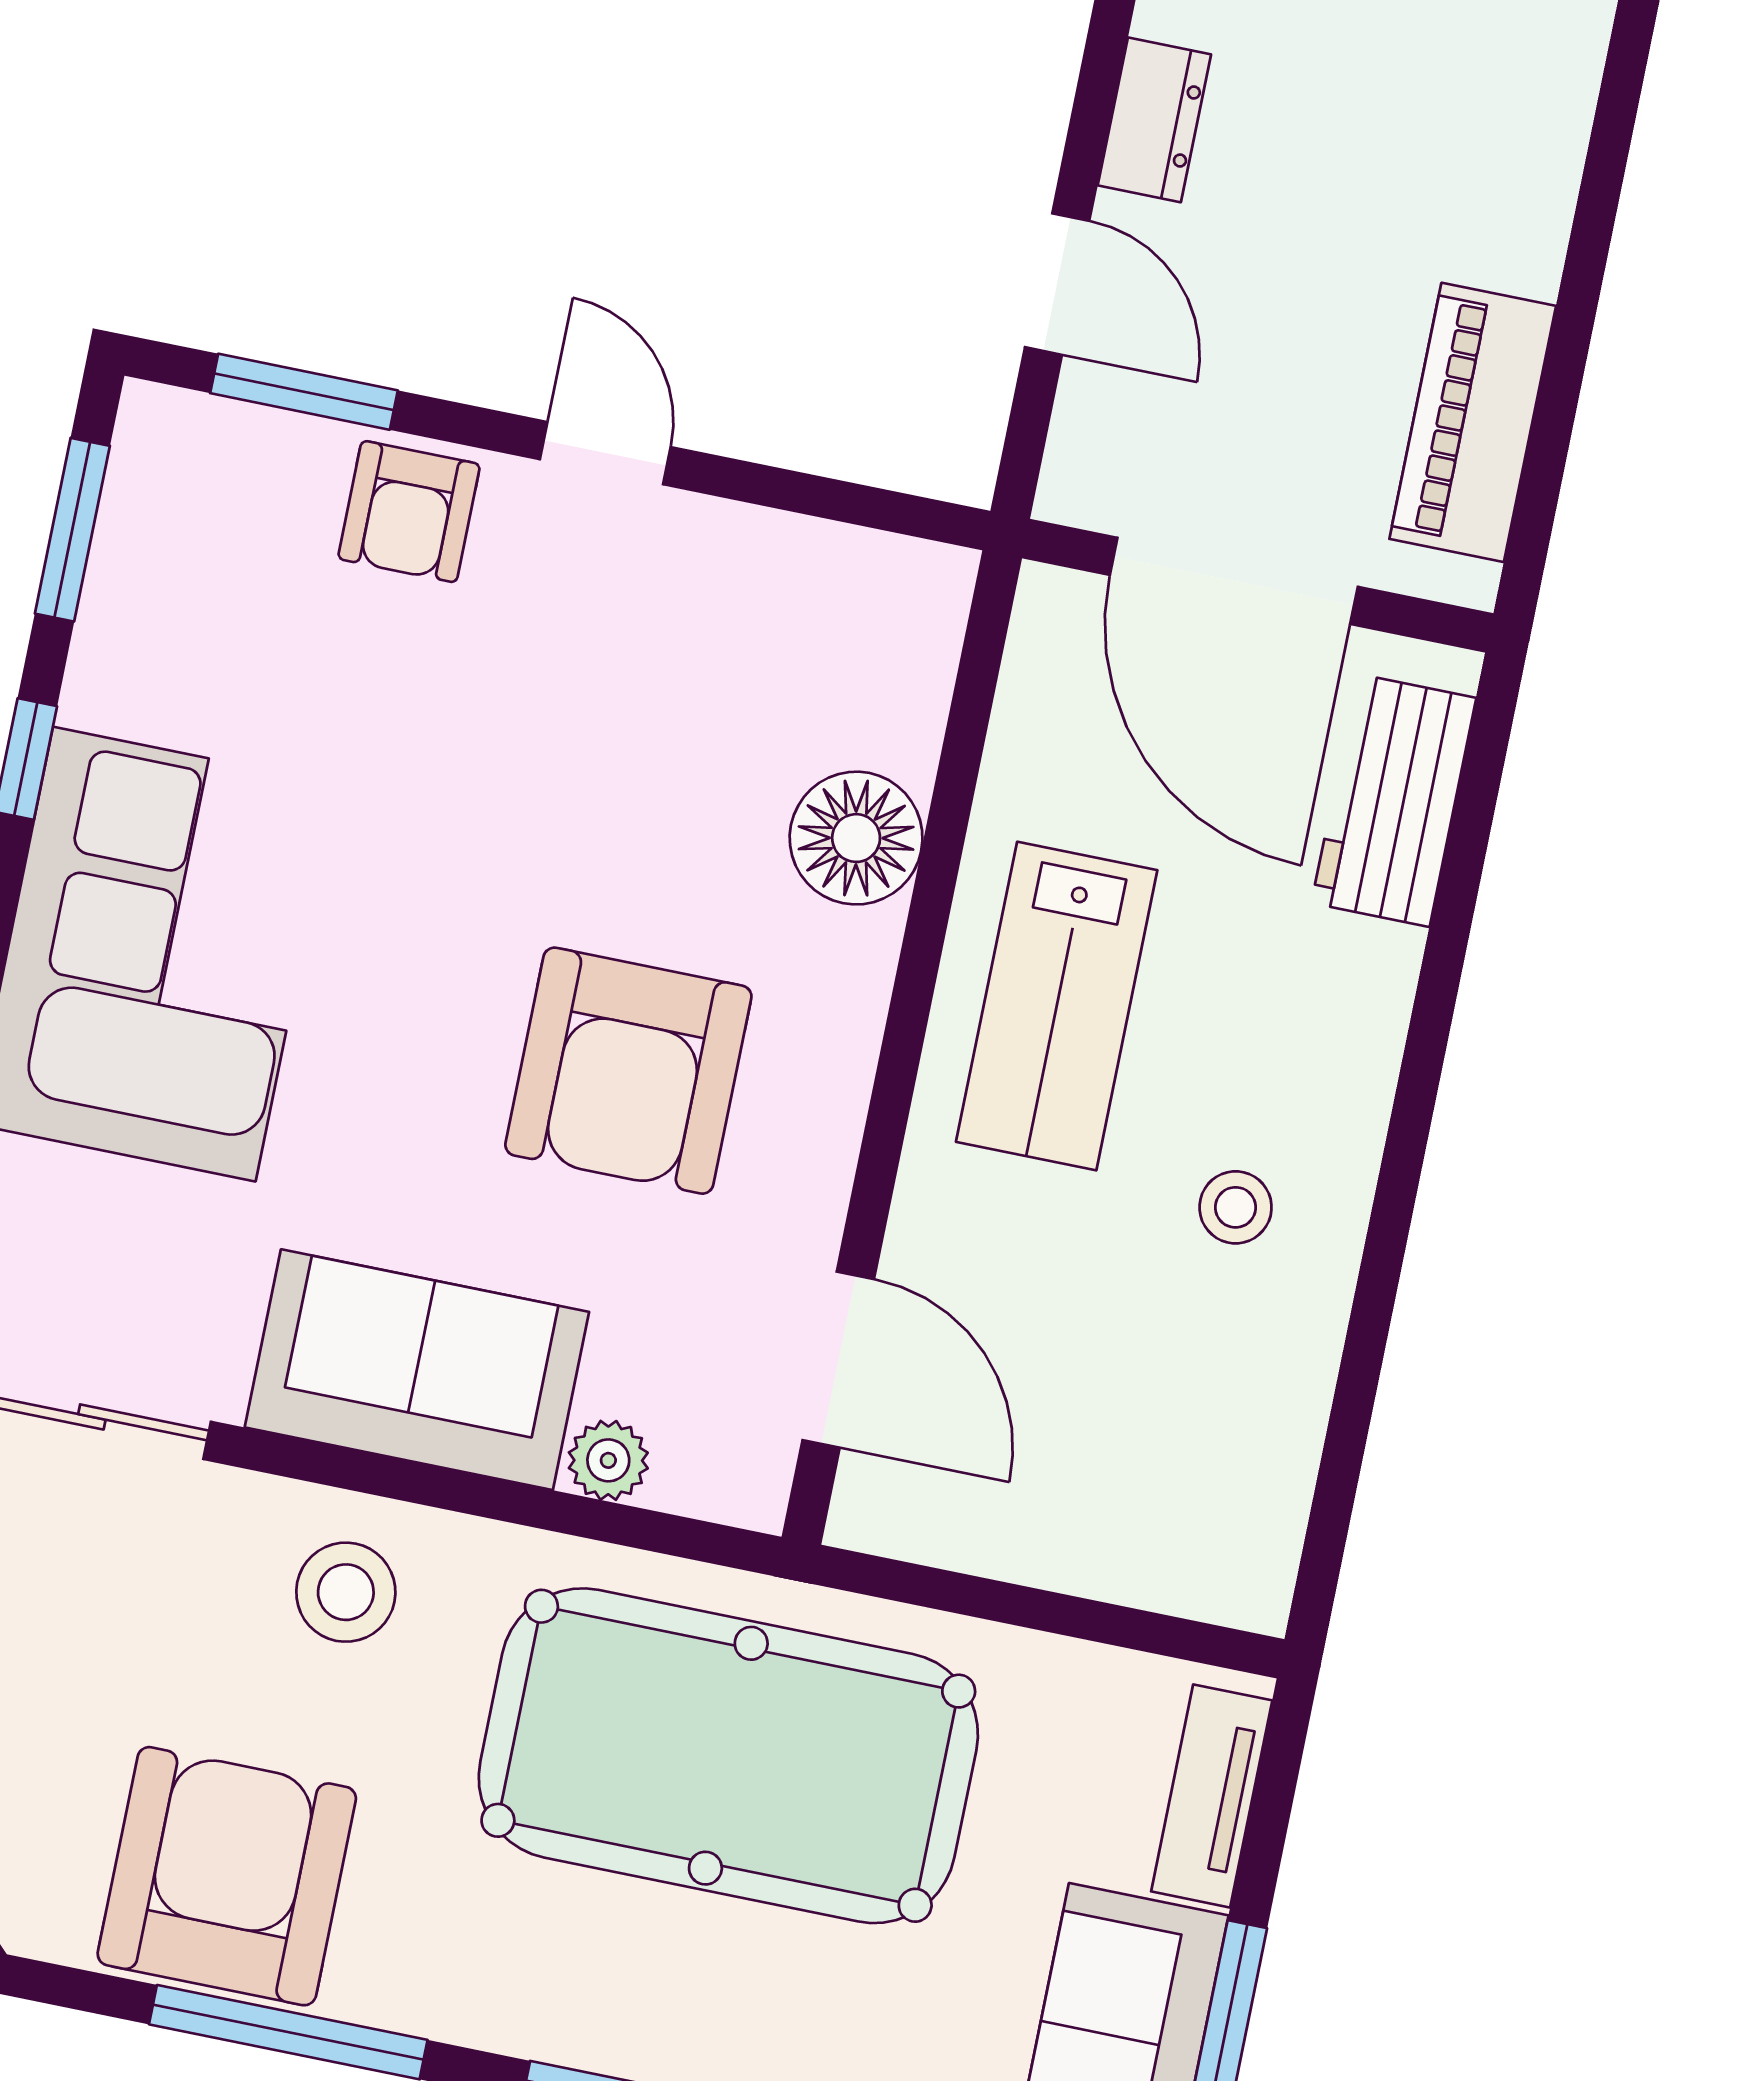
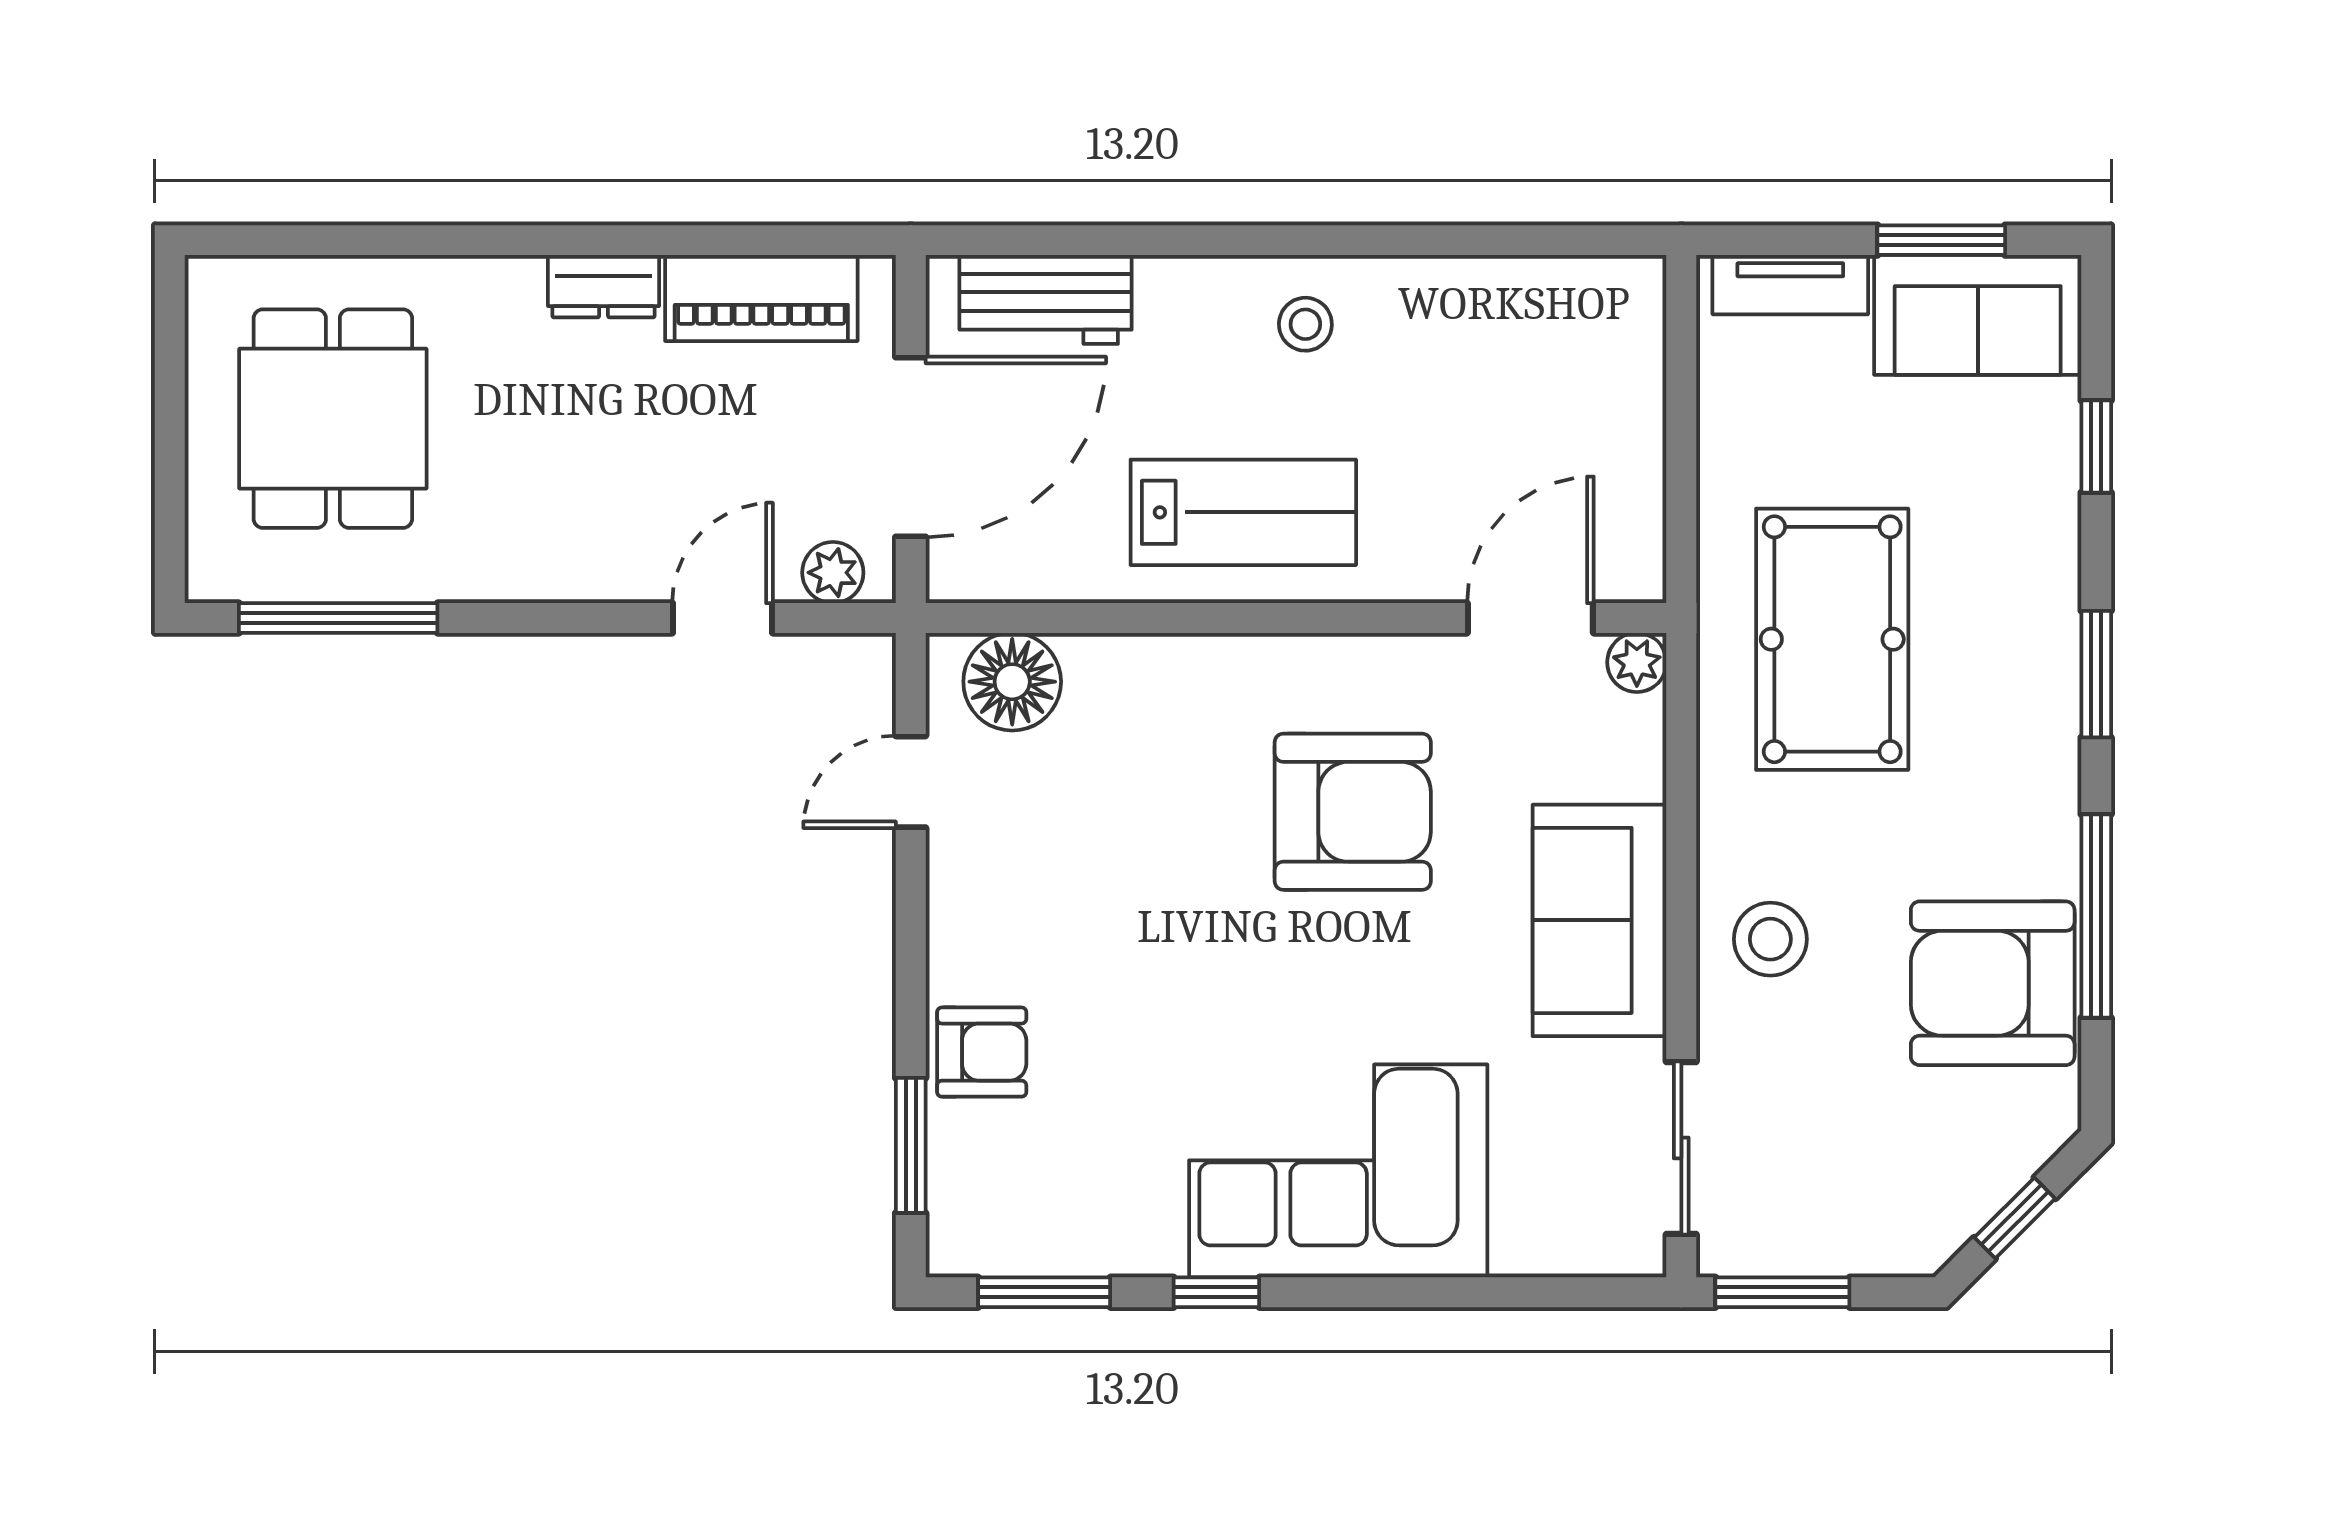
dresser: (1154, 120) -> (604, 286), moved, turned 180
plant: (1088, 443) -> (833, 573), added
door: (605, 453) -> (911, 782), moved
floor lamp: (856, 838) -> (1012, 682), moved
stool: (1236, 1207) -> (1305, 324), moved
plant: (608, 1460) -> (1637, 662), moved
pool table: (728, 1756) -> (1832, 639), width x0.73, depth x0.76

